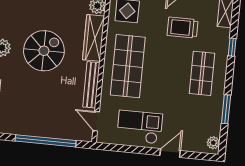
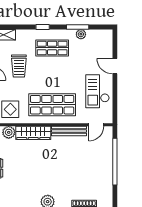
window: (232, 47) -> (43, 27), moved
spiral stairs: (44, 51) -> (47, 169), removed
plant: (213, 143) -> (81, 34), moved

